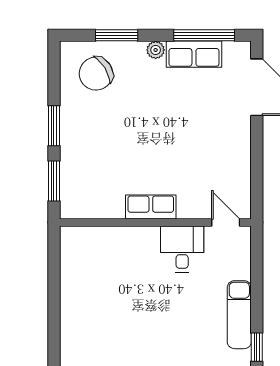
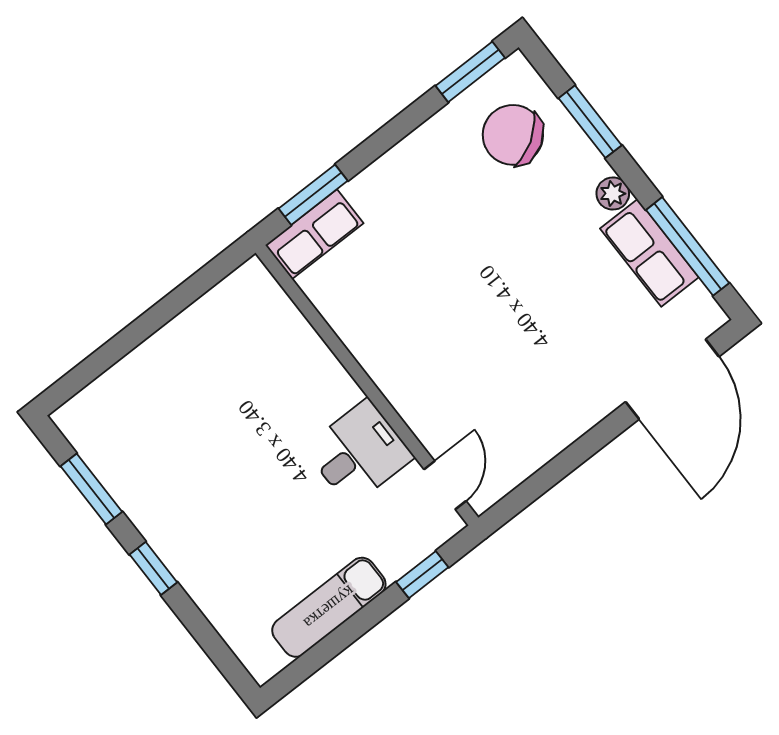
window: (54, 126) -> (470, 72), moved
row of seats: (151, 207) -> (314, 234), moved, turned 90
window: (257, 347) -> (422, 575), moved

